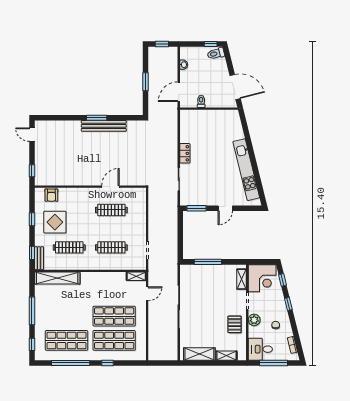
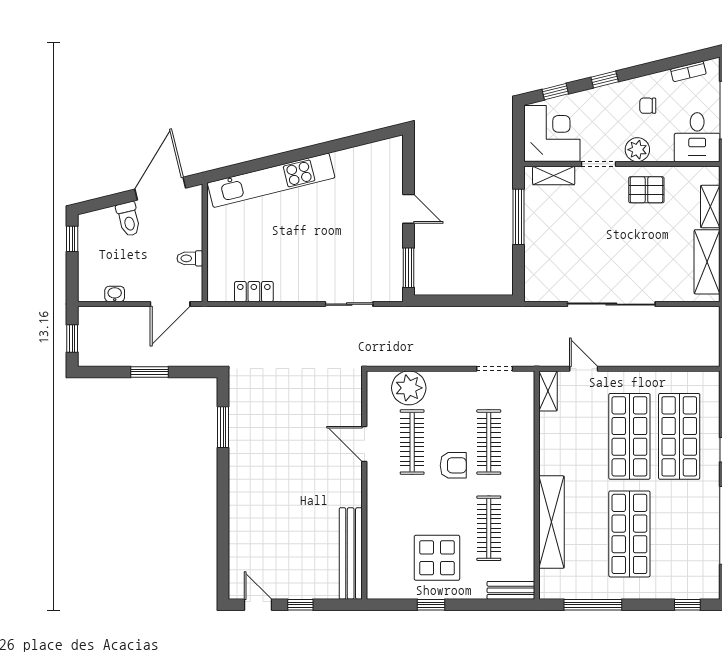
toilet: (216, 53) -> (128, 219), moved
door: (179, 92) -> (170, 304), hinge flipped
window: (97, 118) -> (223, 427), moved
bench: (104, 126) -> (351, 554), moved
door: (32, 135) -> (258, 605), swing flipped
locker: (185, 153) -> (254, 292), moved
kitchen unit: (246, 170) -> (271, 180), moved
window: (32, 171) -> (300, 605), moved
armchair: (51, 195) -> (453, 465), moved
plant: (138, 208) -> (409, 388), added
window: (32, 253) -> (500, 605), removed
window: (208, 262) -> (518, 217), moved
shelving: (57, 278) -> (552, 522), moved
window: (32, 311) -> (593, 605), moved
shop shelf: (67, 340) -> (629, 534), moved

